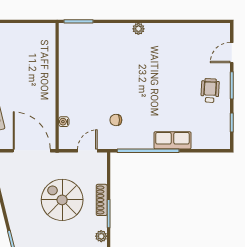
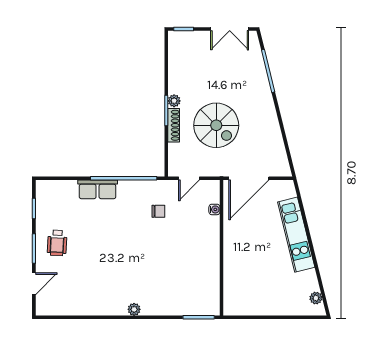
door: (32, 151) -> (249, 178), hinge flipped
plant: (101, 236) -> (174, 101), moved

